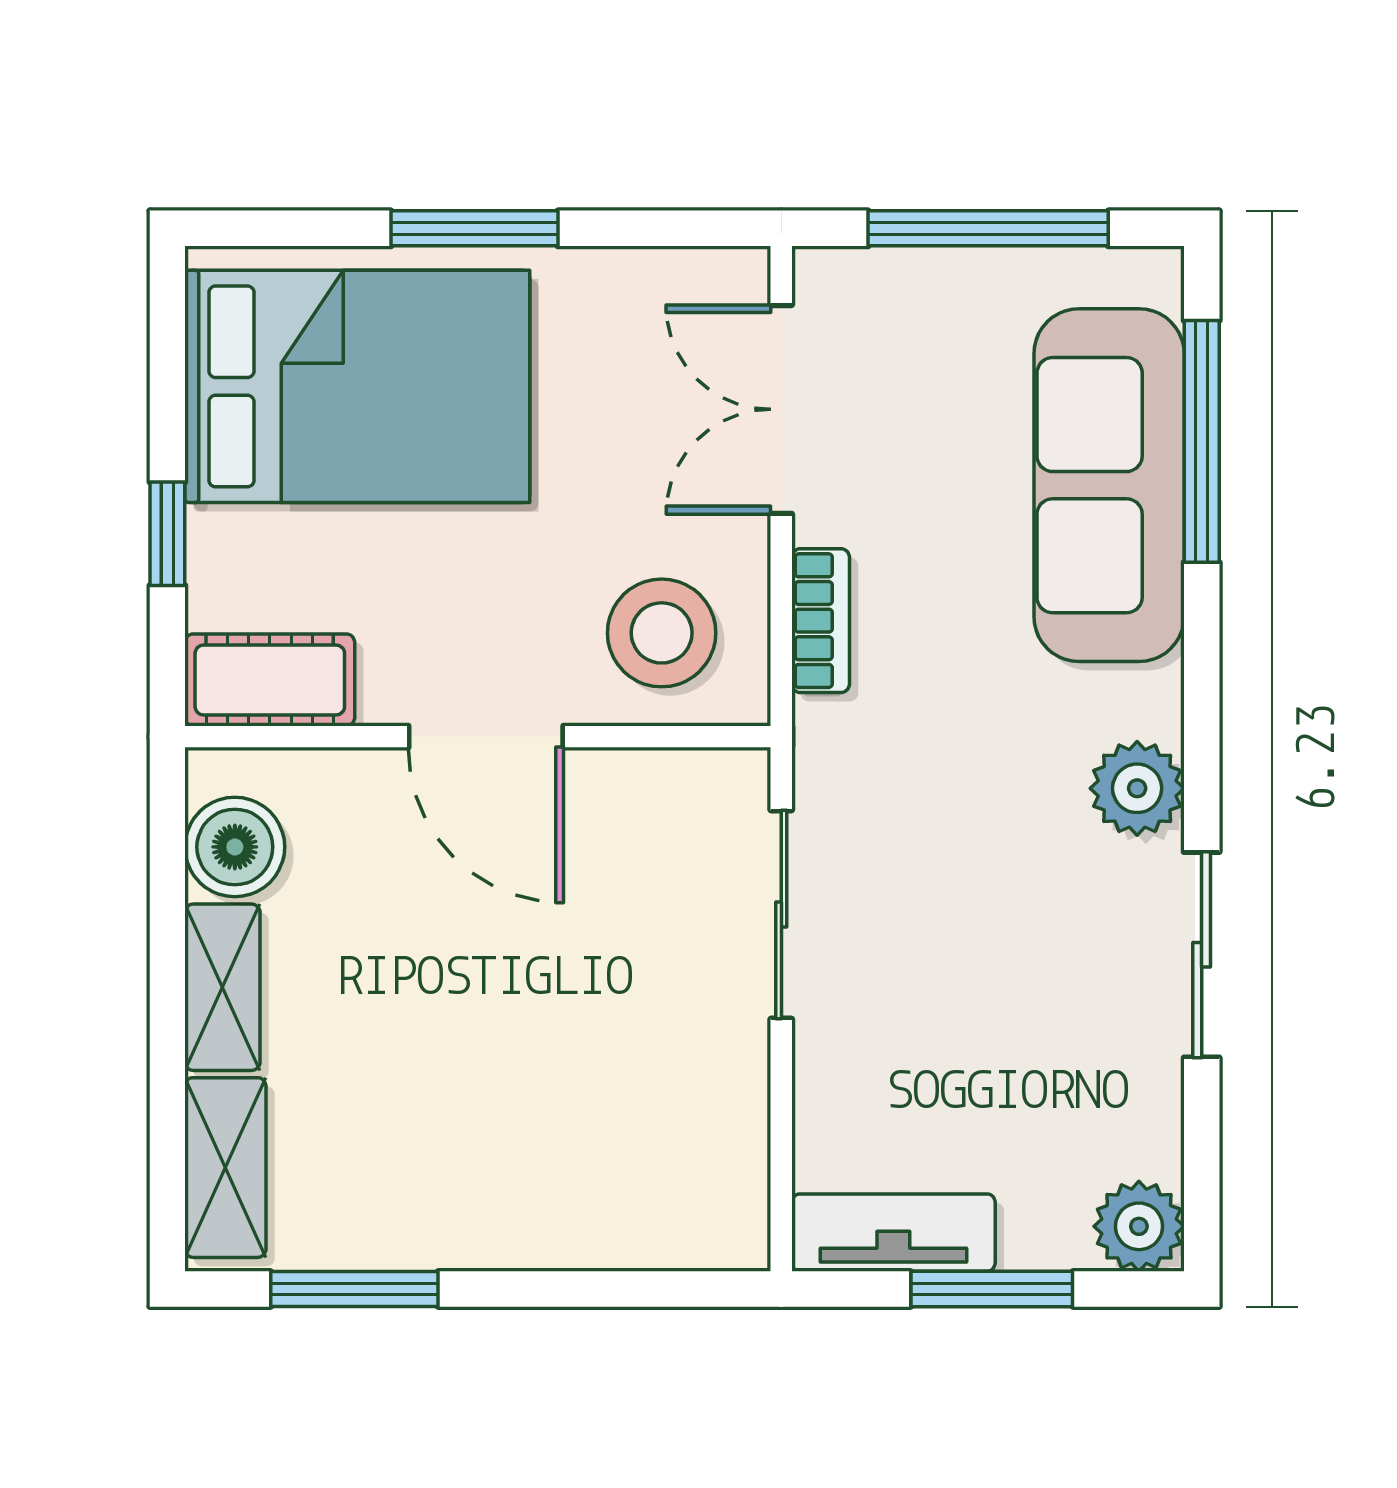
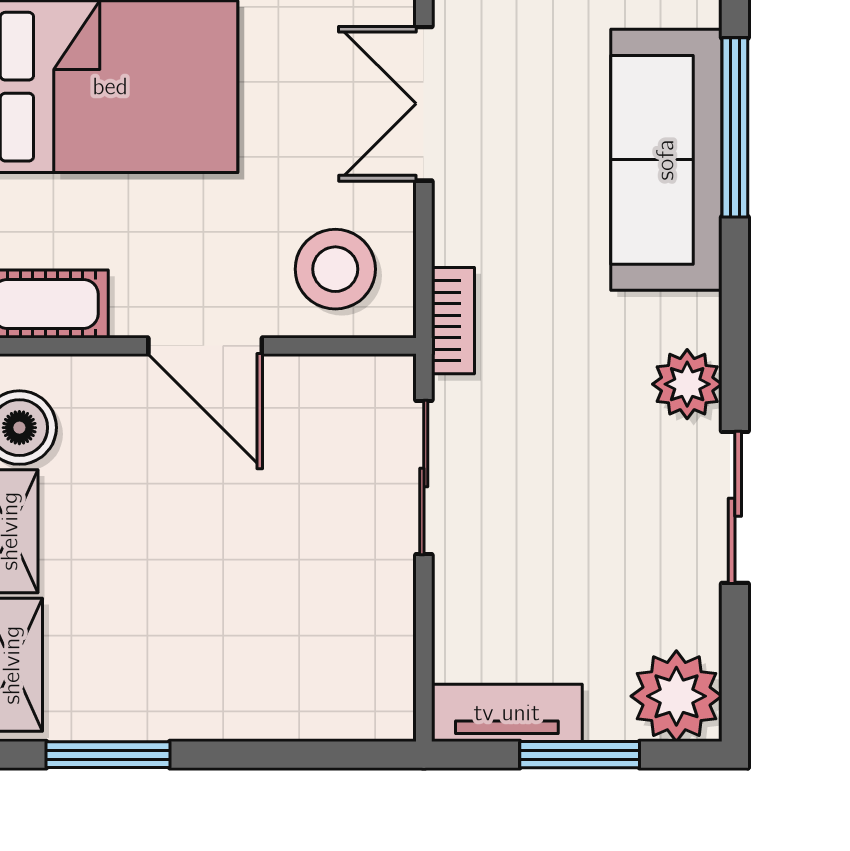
bookcase: (821, 621) -> (453, 321), moved
plant: (1139, 1226) -> (676, 696), width x1.36, depth x1.36

